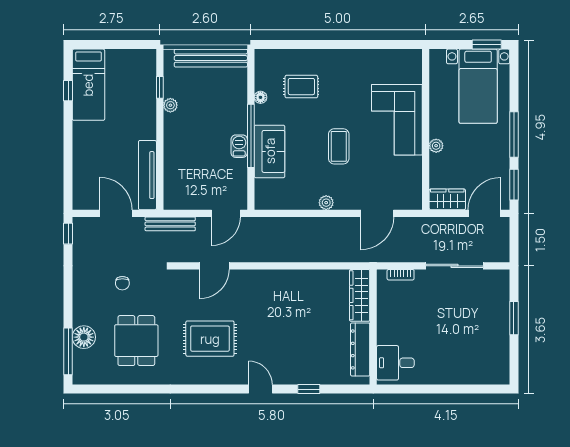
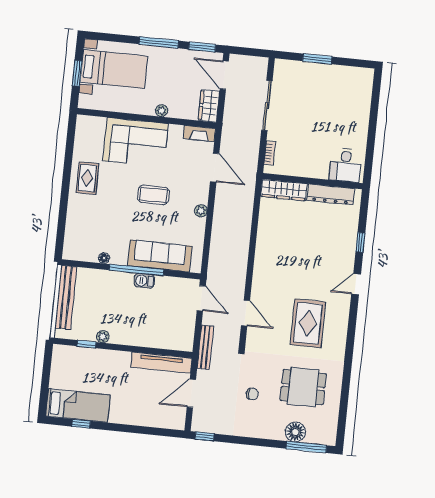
window: (487, 45) -> (77, 73), moved
rug: (301, 87) -> (87, 178), moved
sofa: (270, 151) -> (160, 256), width x1.36
fireplace: (414, 192) -> (199, 134), added

